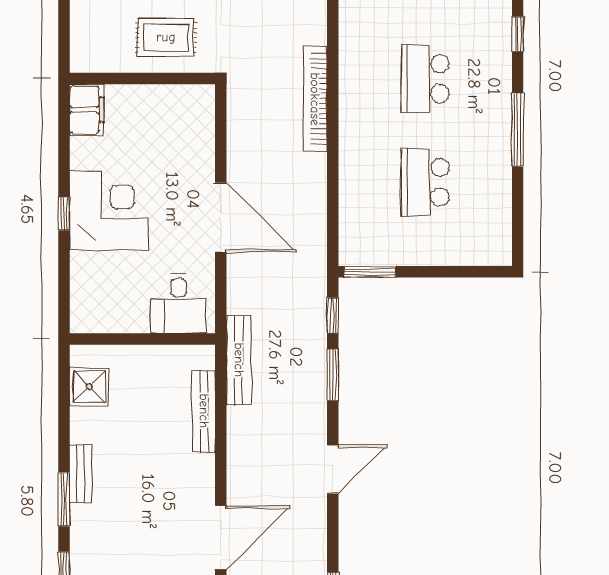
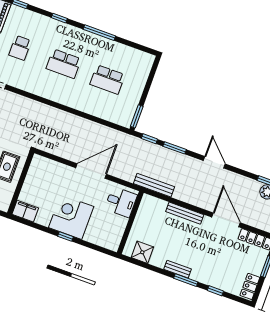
bookcase: (315, 99) -> (55, 113), removed
bench: (204, 411) -> (185, 213), moved

